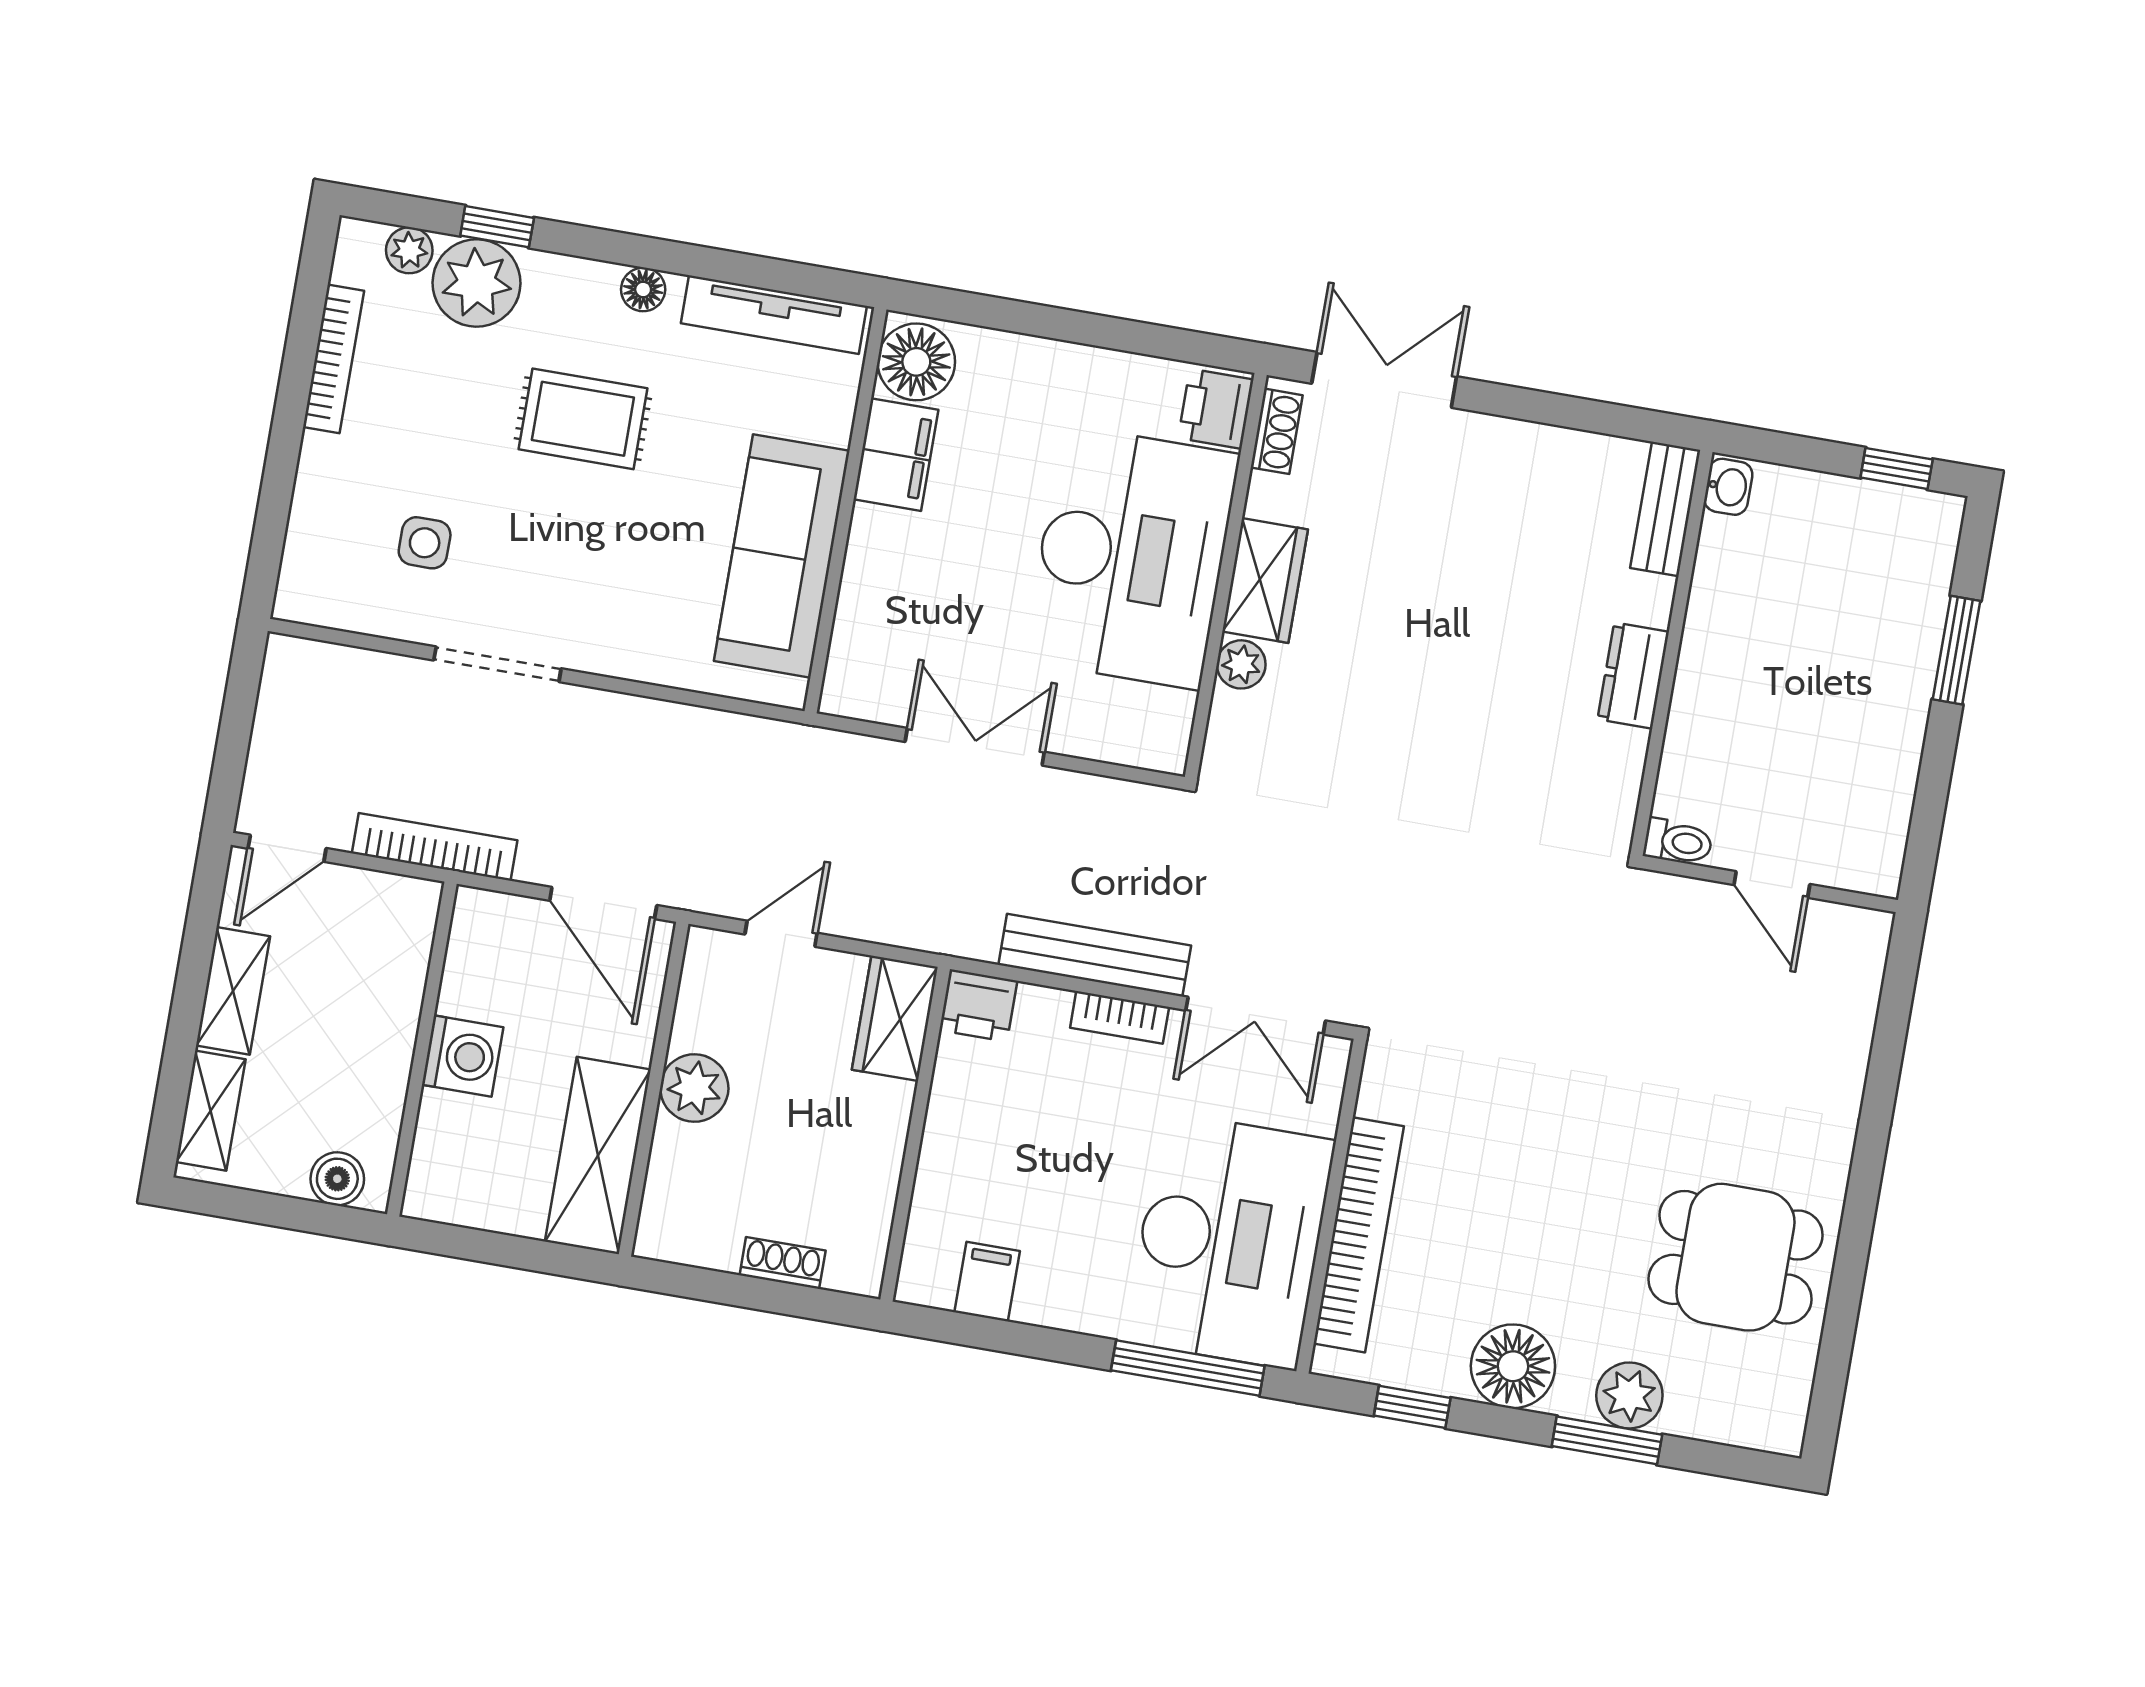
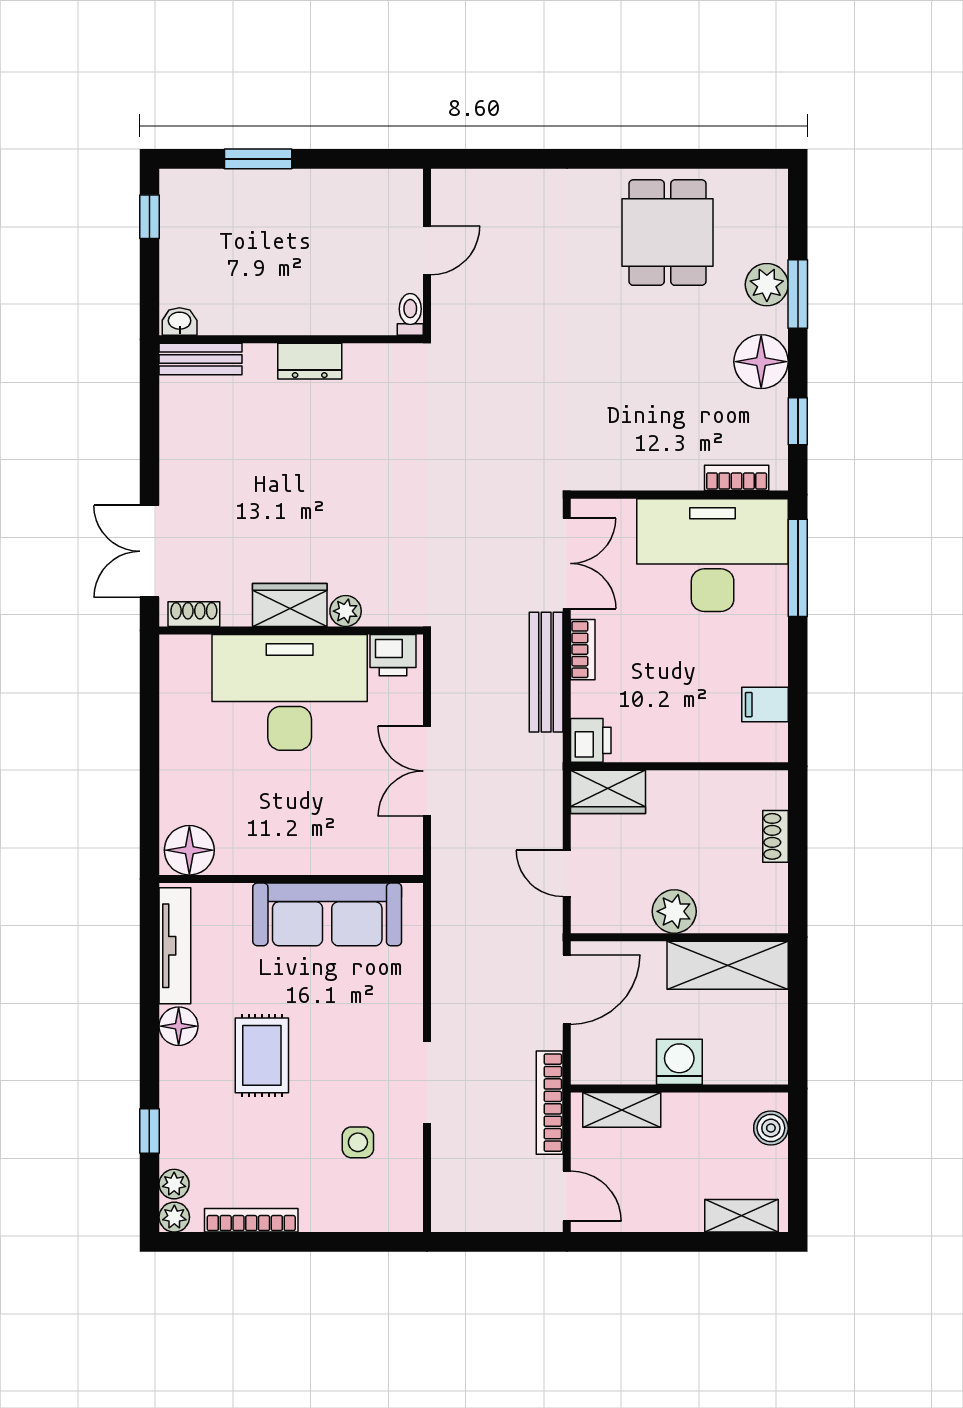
plant: (477, 283) -> (174, 1217), moved, width x0.53, depth x0.53
floor lamp: (643, 289) -> (179, 1026), width x1.37, depth x1.37
printer: (1216, 409) -> (393, 655), moved
filing cabinet: (896, 455) -> (250, 853), removed
shelving: (233, 991) -> (622, 1110), moved
bookcase: (1359, 1235) -> (737, 478), width x0.43, depth x0.76

